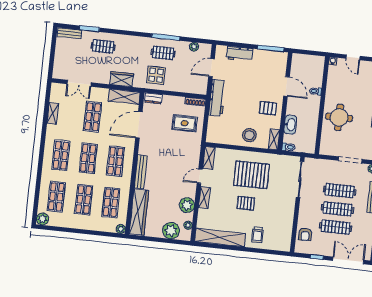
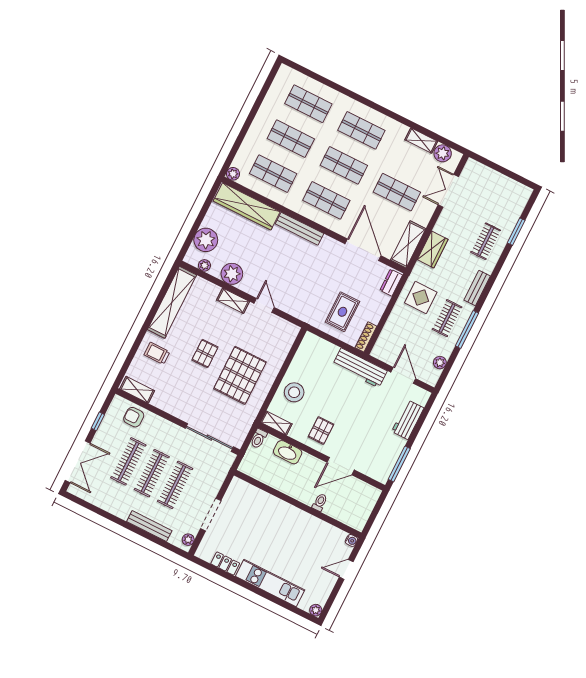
bench: (69, 33) -> (477, 288), moved
round table: (339, 117) -> (273, 521), removed
shelving: (209, 158) -> (137, 390), moved
plant: (43, 219) -> (443, 153), moved

